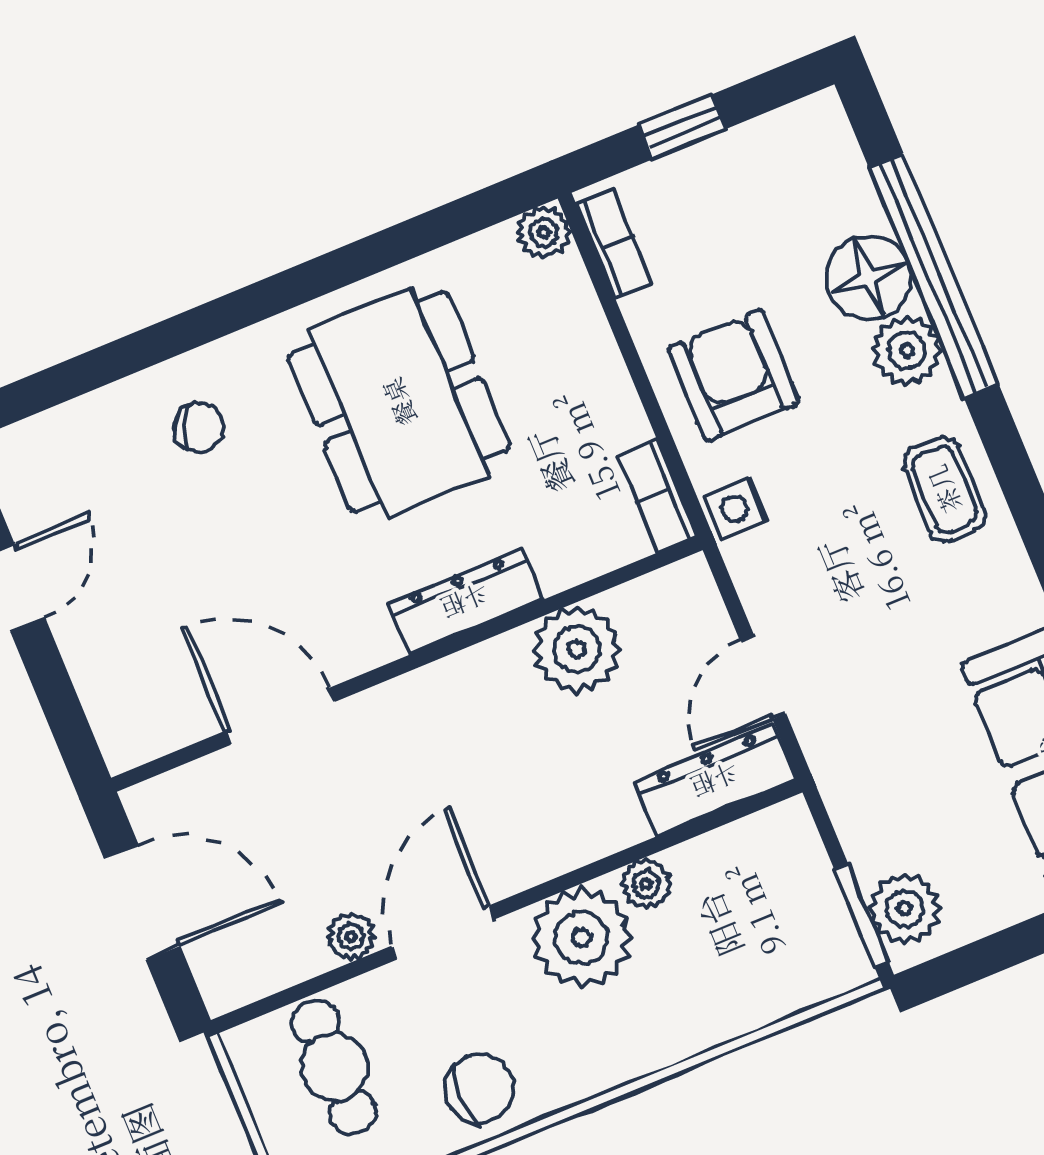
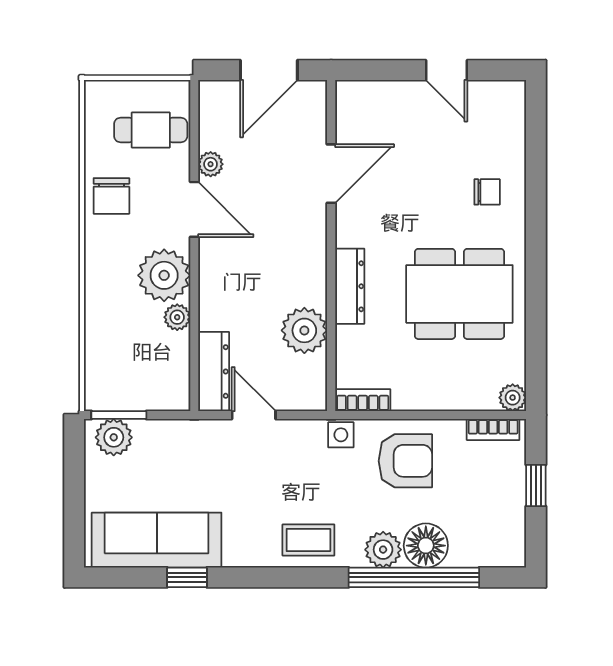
chair: (199, 427) -> (487, 192), turned -119

